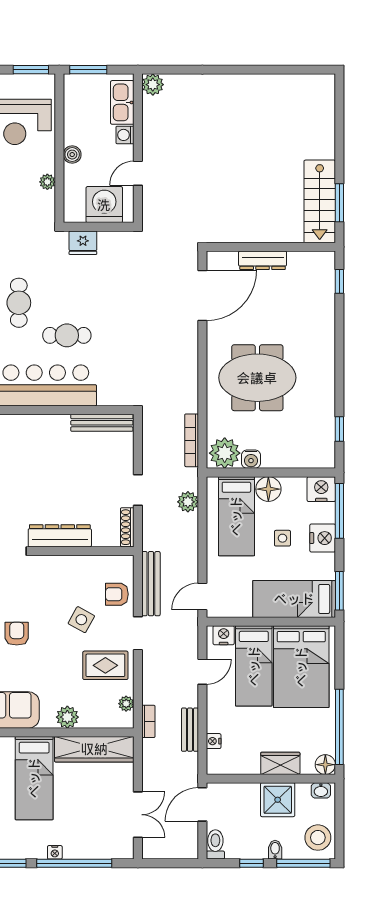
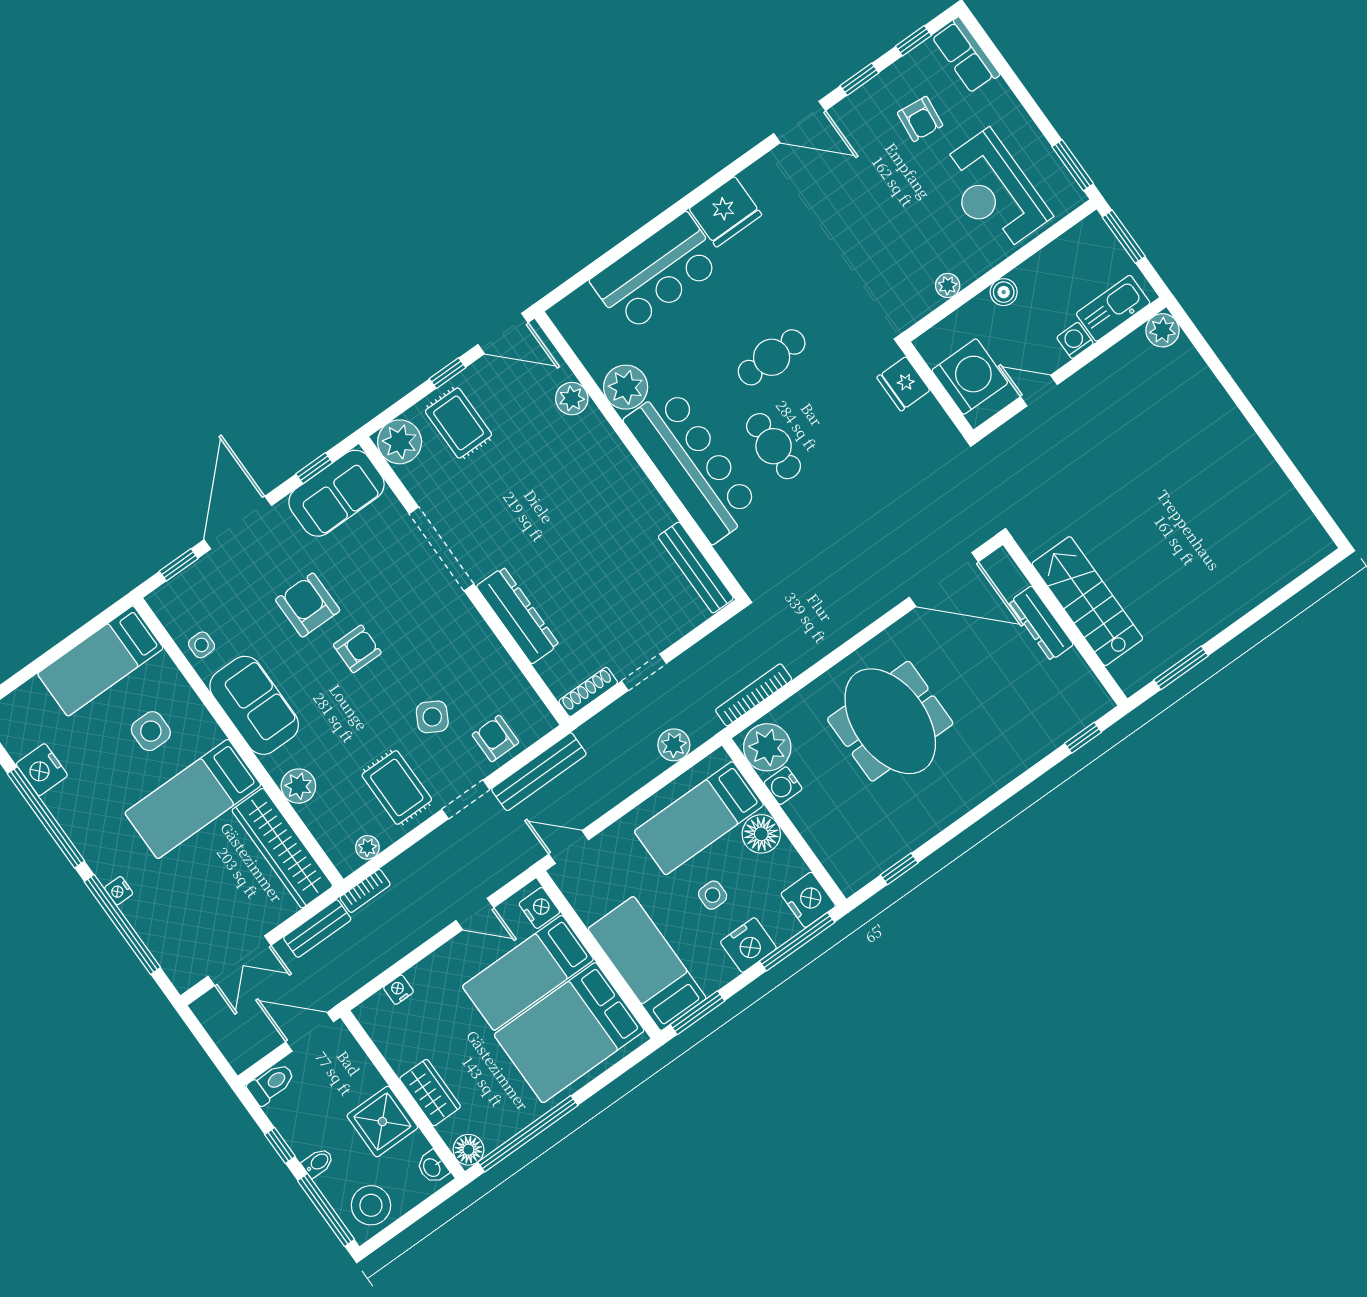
stairs: (320, 201) -> (1087, 601), moved, turned 90
bench: (190, 730) -> (317, 929), moved

